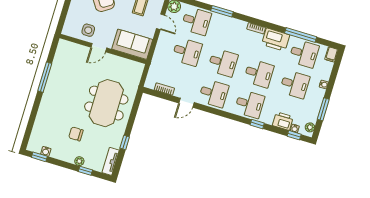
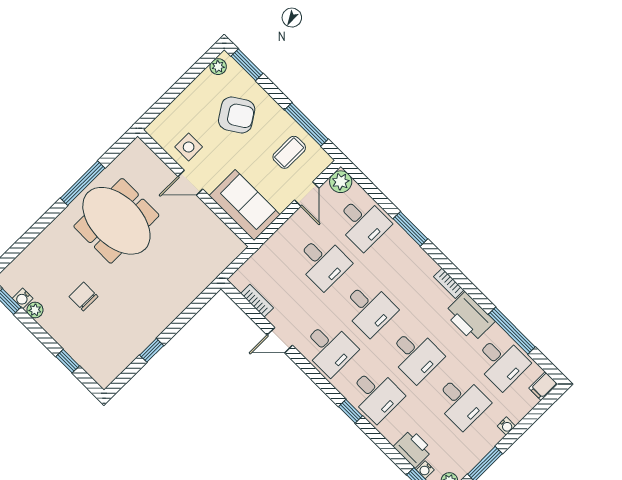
meeting table: (106, 103) -> (116, 221), moved, turned 90
window: (257, 124) -> (351, 411), moved
plant: (79, 161) -> (35, 310), moved
tv unit: (111, 161) -> (114, 368), removed

